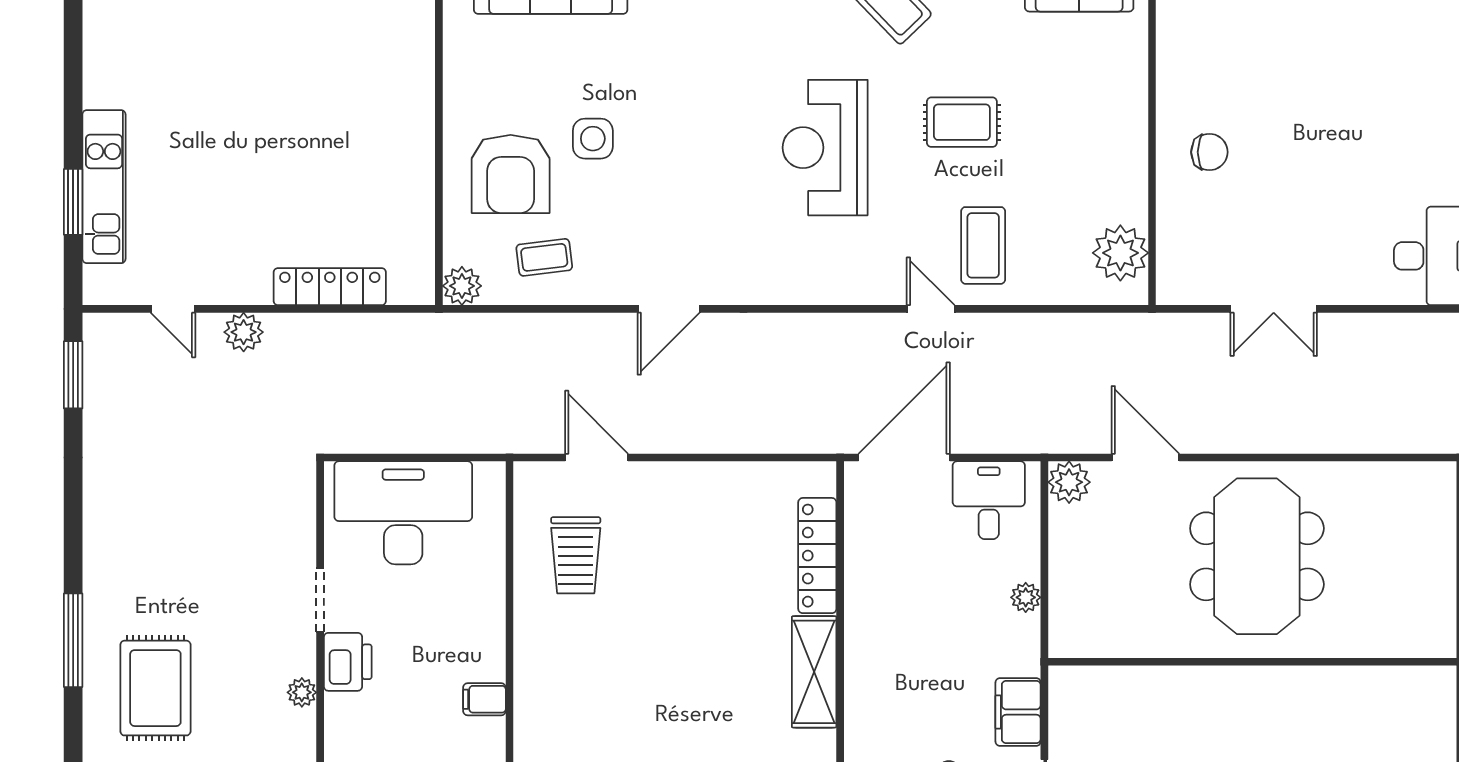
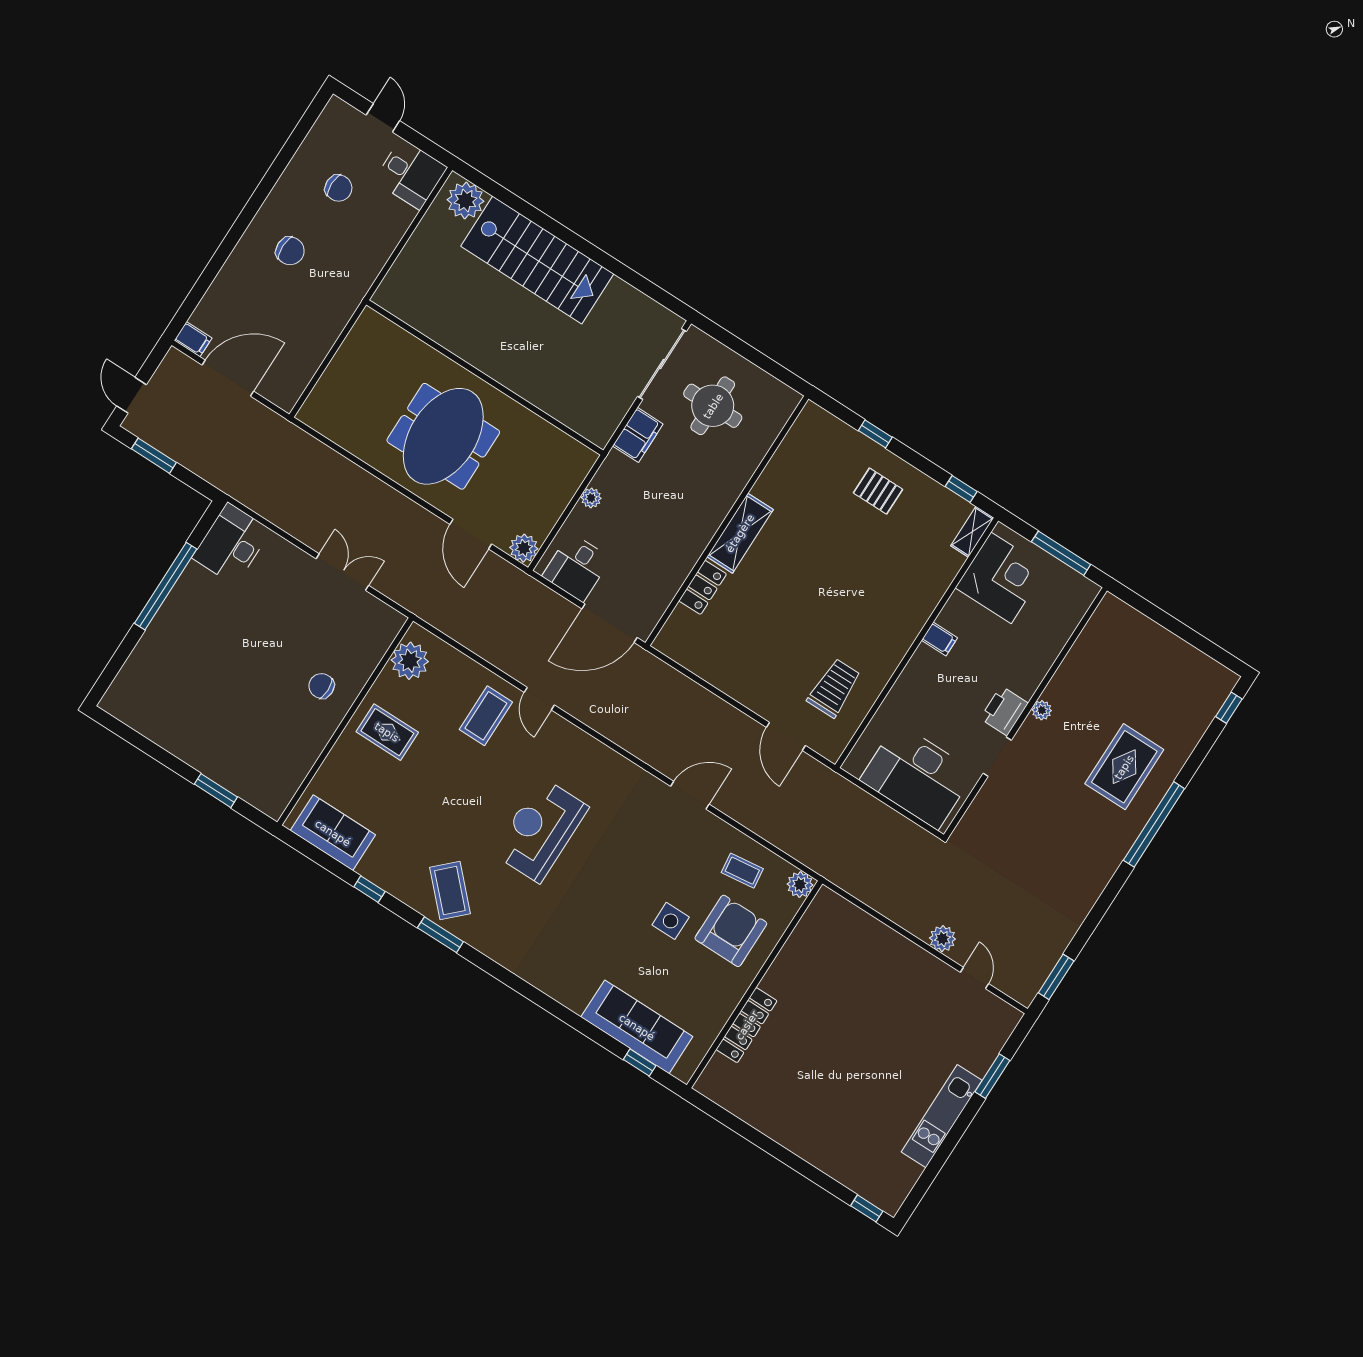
rug: (962, 122) -> (387, 732), moved
reception desk: (825, 148) -> (541, 830), turned 180
kitchen unit: (104, 187) -> (942, 1116), moved
locker: (330, 287) -> (747, 1025), moved, turned -90
locker: (817, 556) -> (703, 587), width x0.66
window: (73, 640) -> (1154, 824), width x1.46

